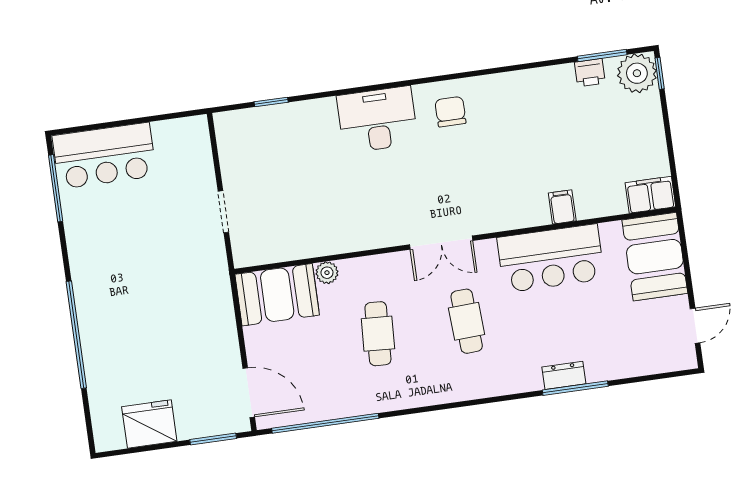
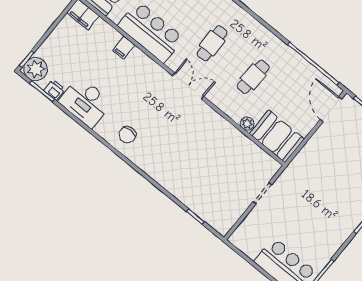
desk: (377, 120) -> (85, 102), moved

